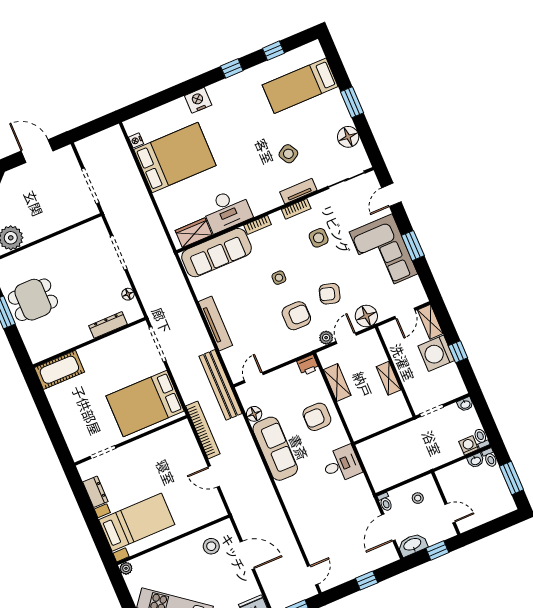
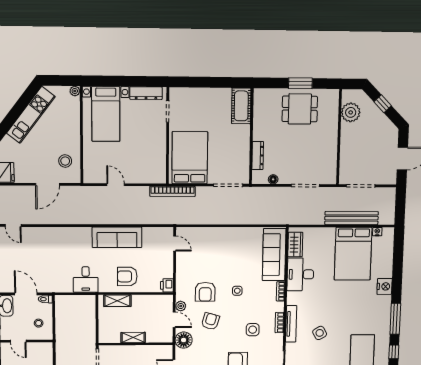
window: (232, 68) -> (395, 319), width x2.17
tv unit: (298, 191) -> (291, 324), width x1.41
dining table: (33, 300) -> (300, 109), turned 90
tv unit: (215, 323) -> (225, 233), removed
shelving: (337, 383) -> (117, 301), moved
bench: (221, 385) -> (352, 218), moved
floor lamp: (254, 414) -> (149, 233), removed
armchair: (317, 417) -> (127, 276), turned -90
bookcase: (203, 430) -> (172, 191), moved
door: (214, 477) -> (116, 185), hinge flipped
dresser: (95, 492) -> (146, 93), width x1.44
door: (450, 513) -> (18, 341), hinge flipped

